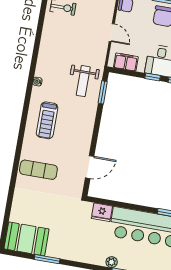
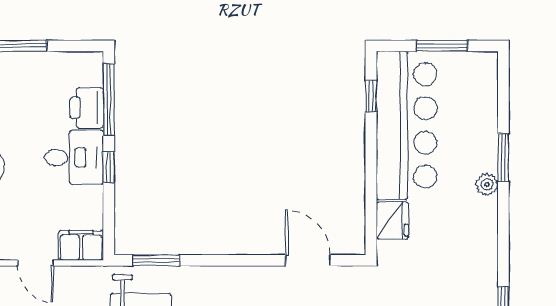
door: (112, 33) -> (36, 263), swing flipped
filing cabinet: (126, 62) -> (81, 245), moved, turned 90

